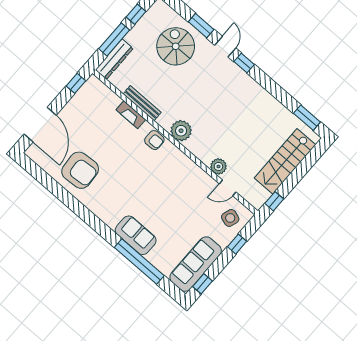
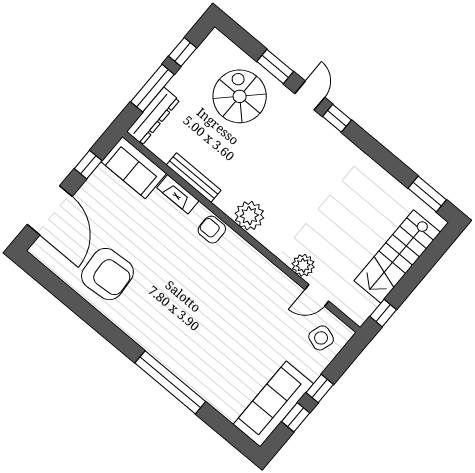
window: (76, 83) -> (88, 165), moved
armchair: (154, 140) -> (212, 230), turned 180
sofa: (136, 235) -> (134, 168), moved, turned 180
window: (237, 244) -> (320, 388), moved
window: (139, 261) -> (170, 382), moved
window: (203, 284) -> (296, 417), moved

